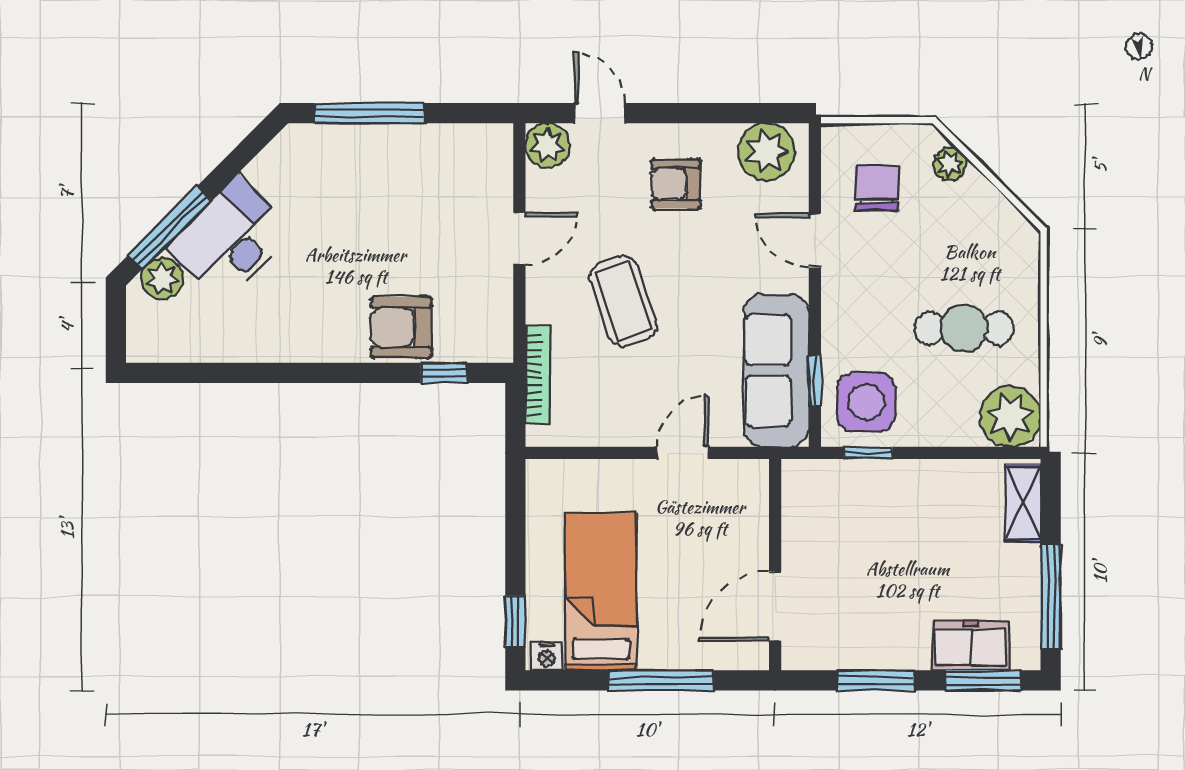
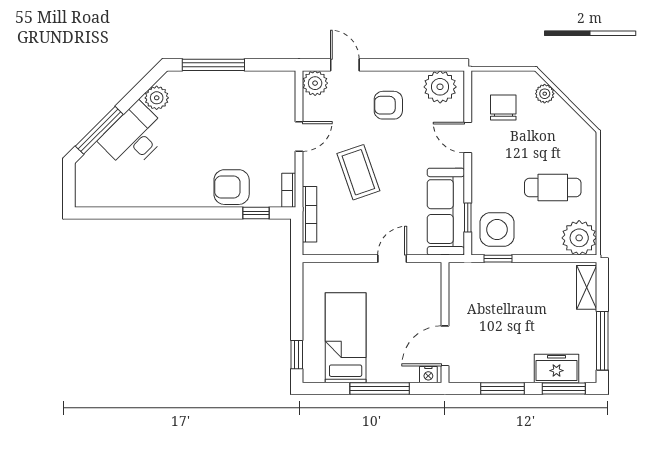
plant: (162, 279) -> (157, 98), moved
bookcase: (501, 333) -> (289, 190), added
nightstand: (547, 656) -> (428, 375), moved

